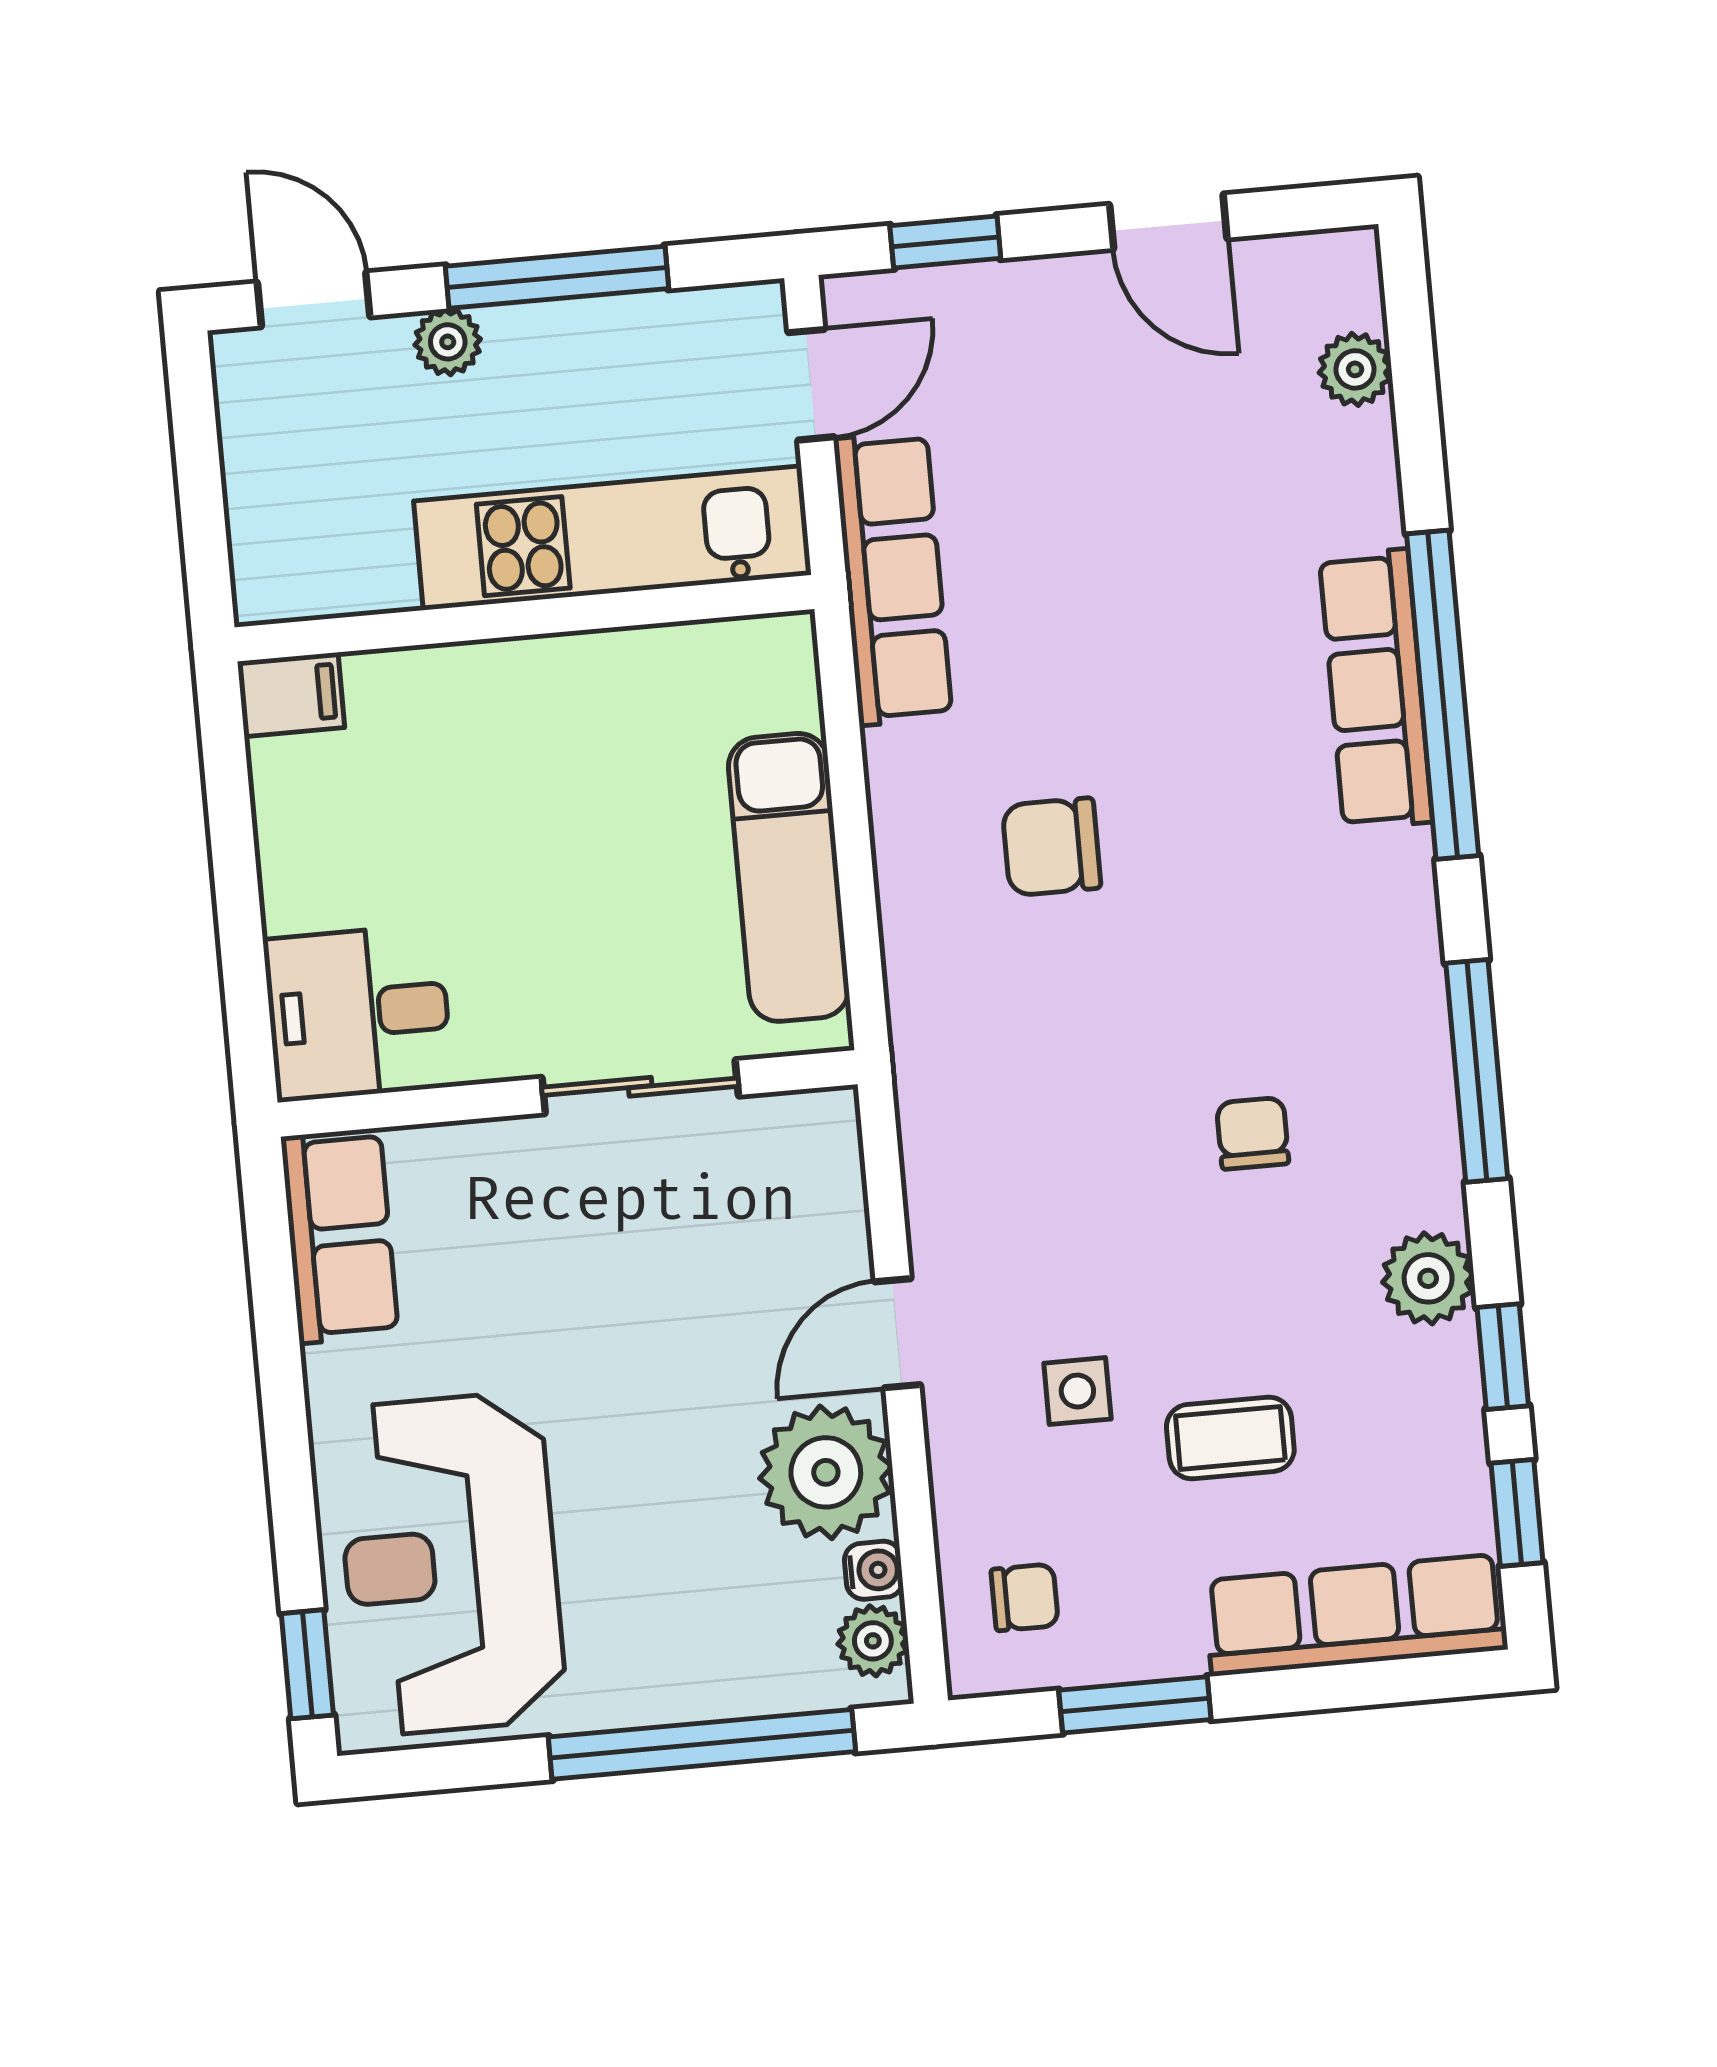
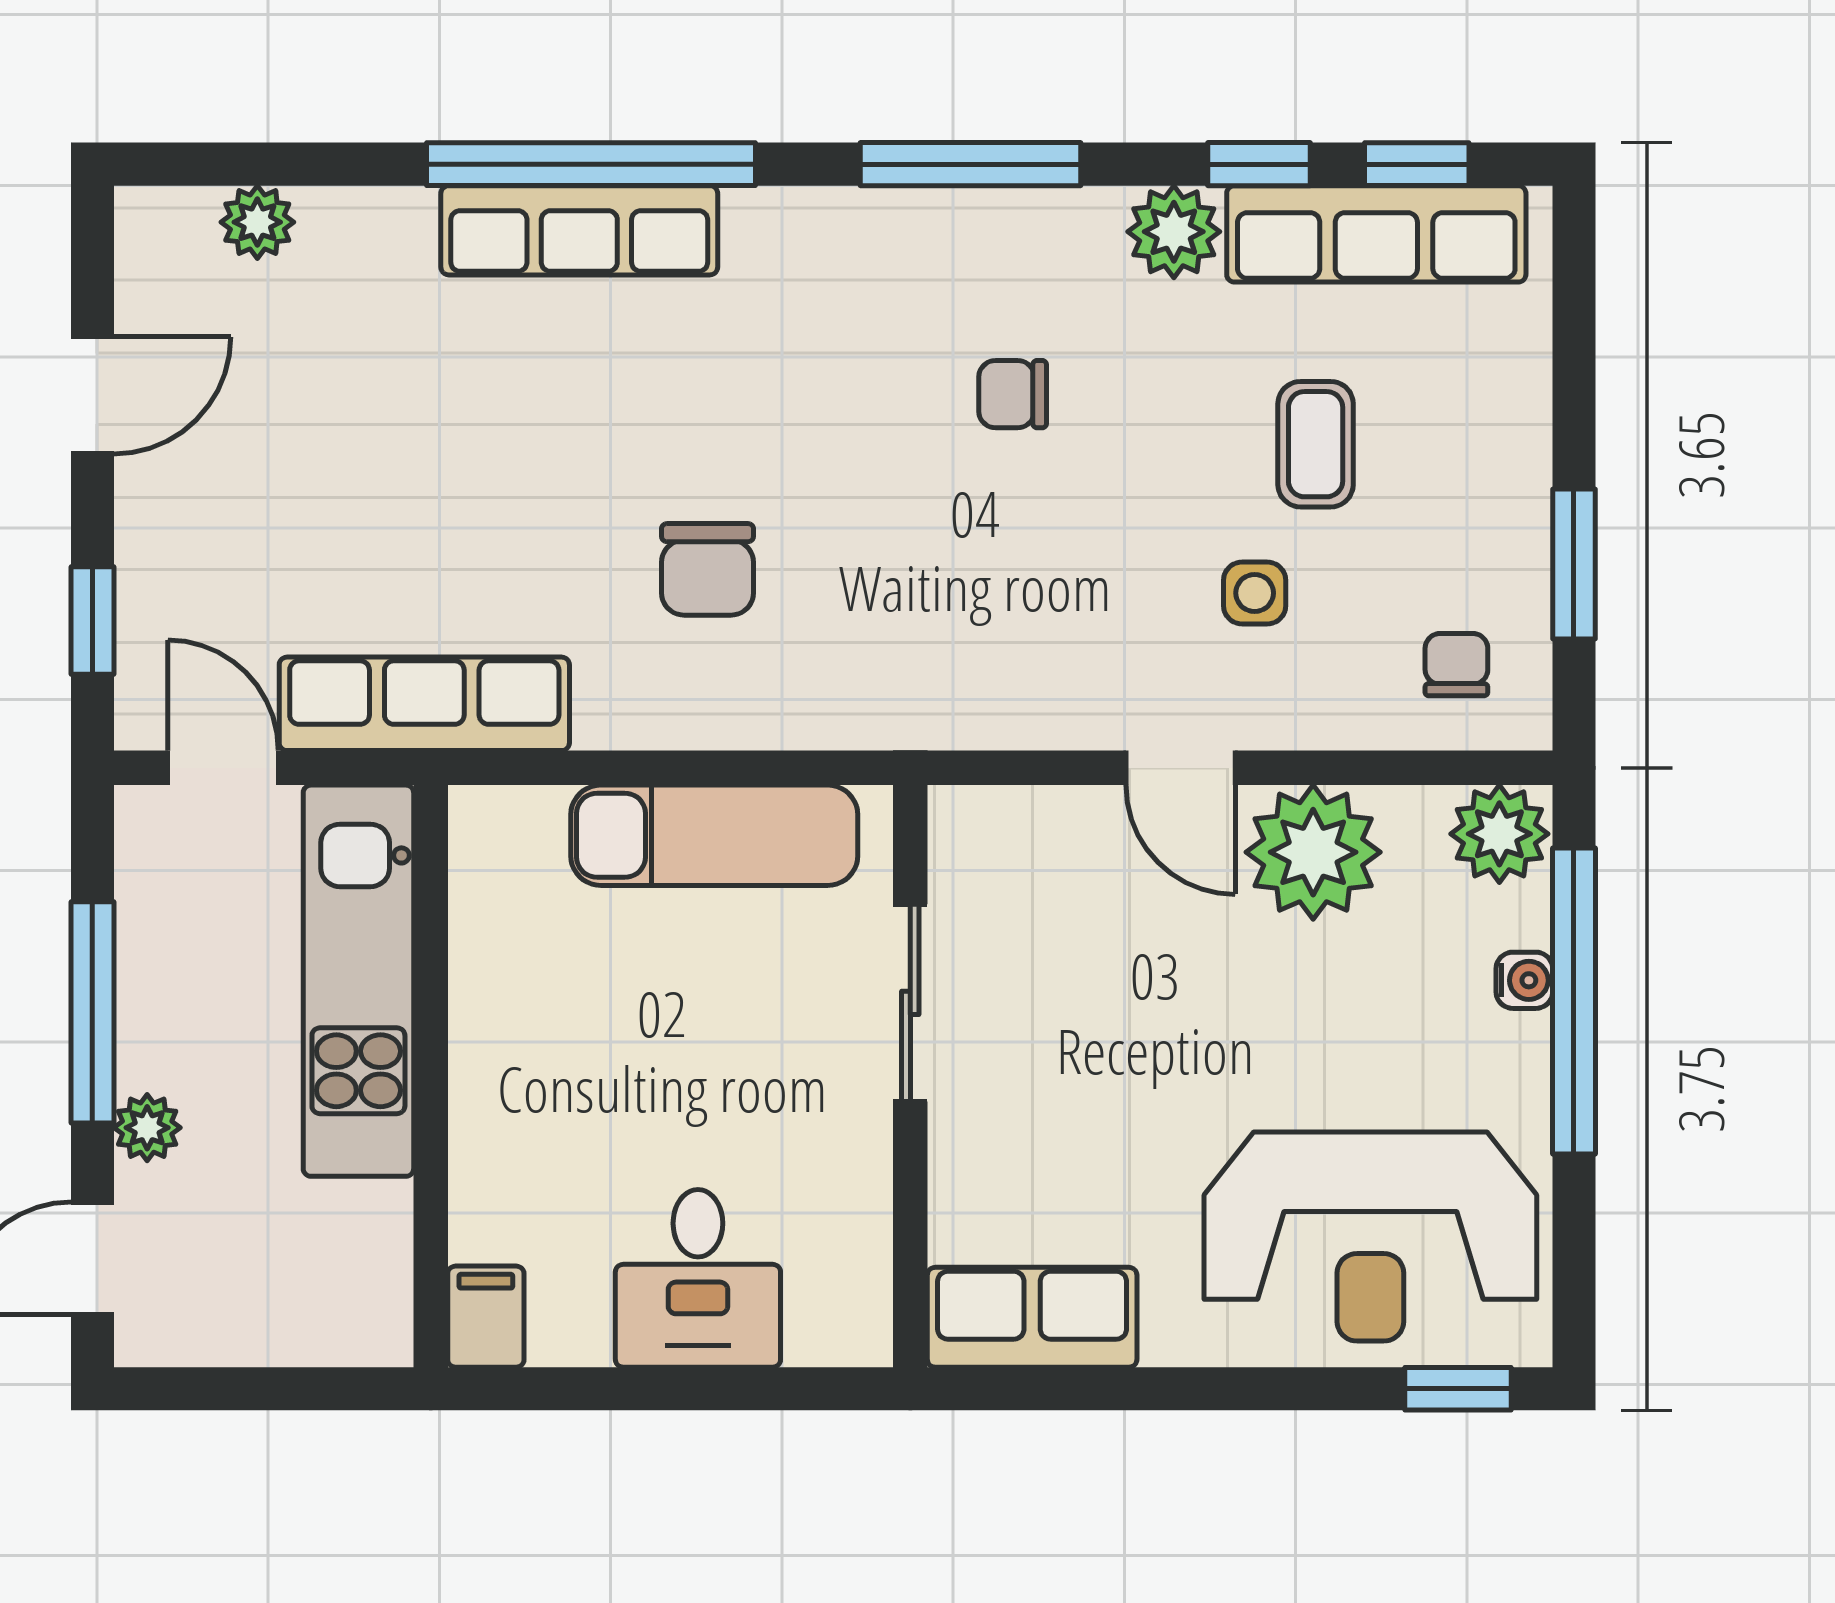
desk: (358, 1013) -> (698, 1278), moved
water cooler: (874, 1570) -> (1524, 980), moved, turned 90
row of seats: (1356, 1615) -> (1376, 234), moved, turned -90
plant: (873, 1641) -> (1499, 834), width x1.38, depth x1.38

